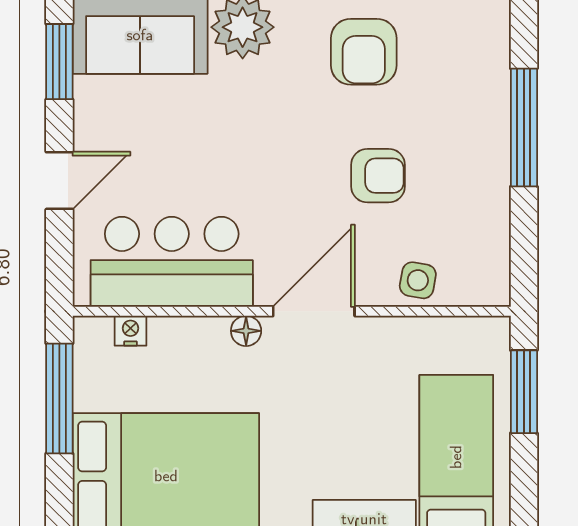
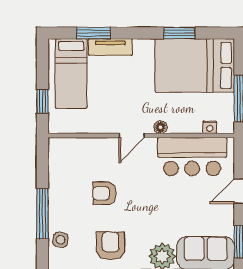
side table: (418, 280) -> (60, 240), moved
door: (314, 311) -> (132, 136), width x0.73
window: (524, 392) -> (42, 101), width x0.67

